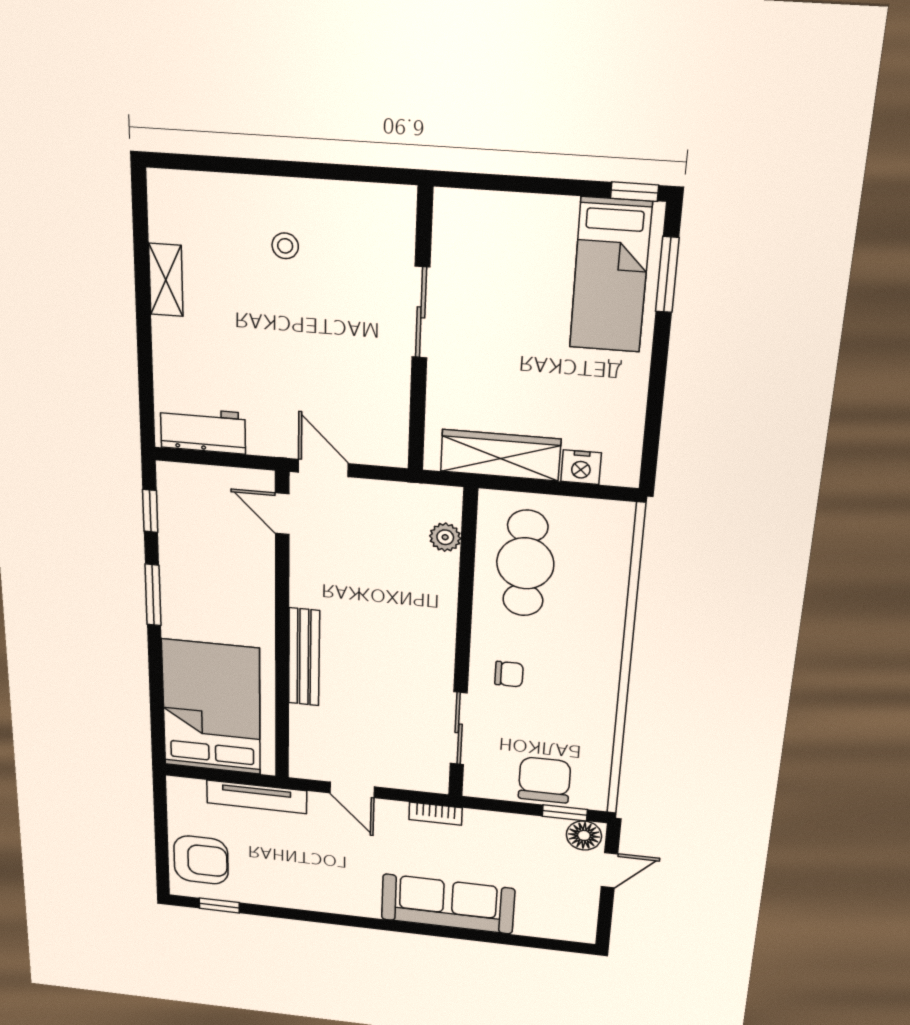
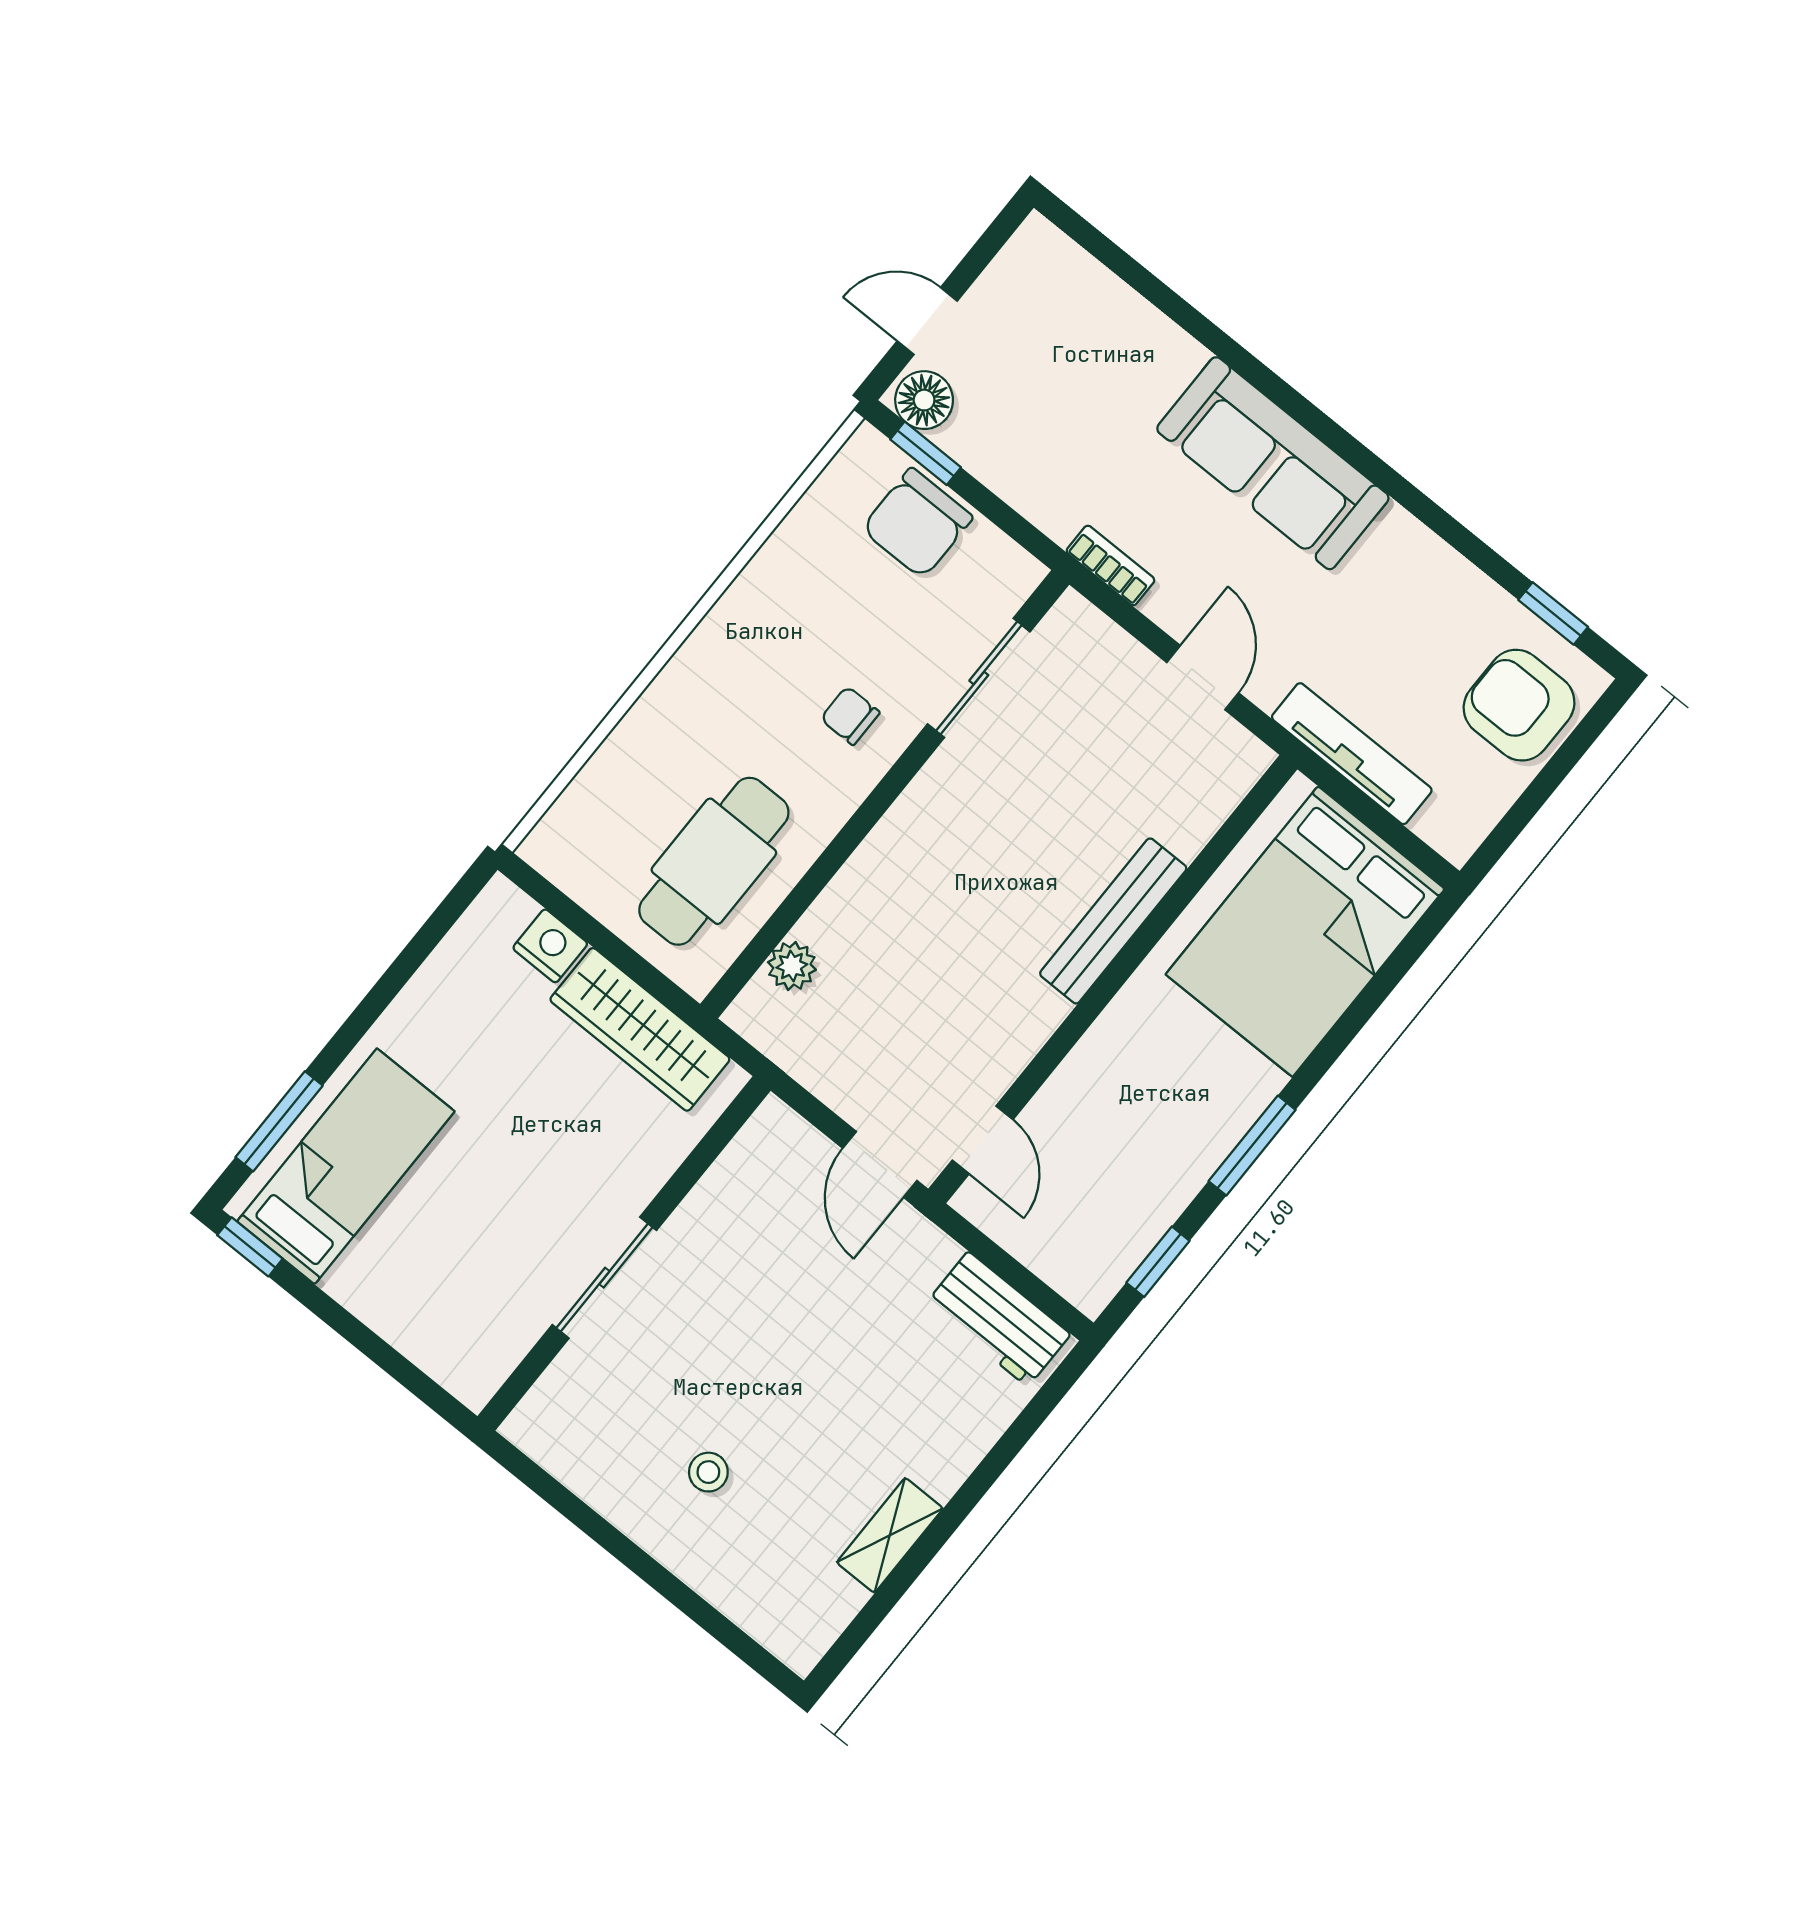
sofa: (448, 904) -> (1273, 463), moved

